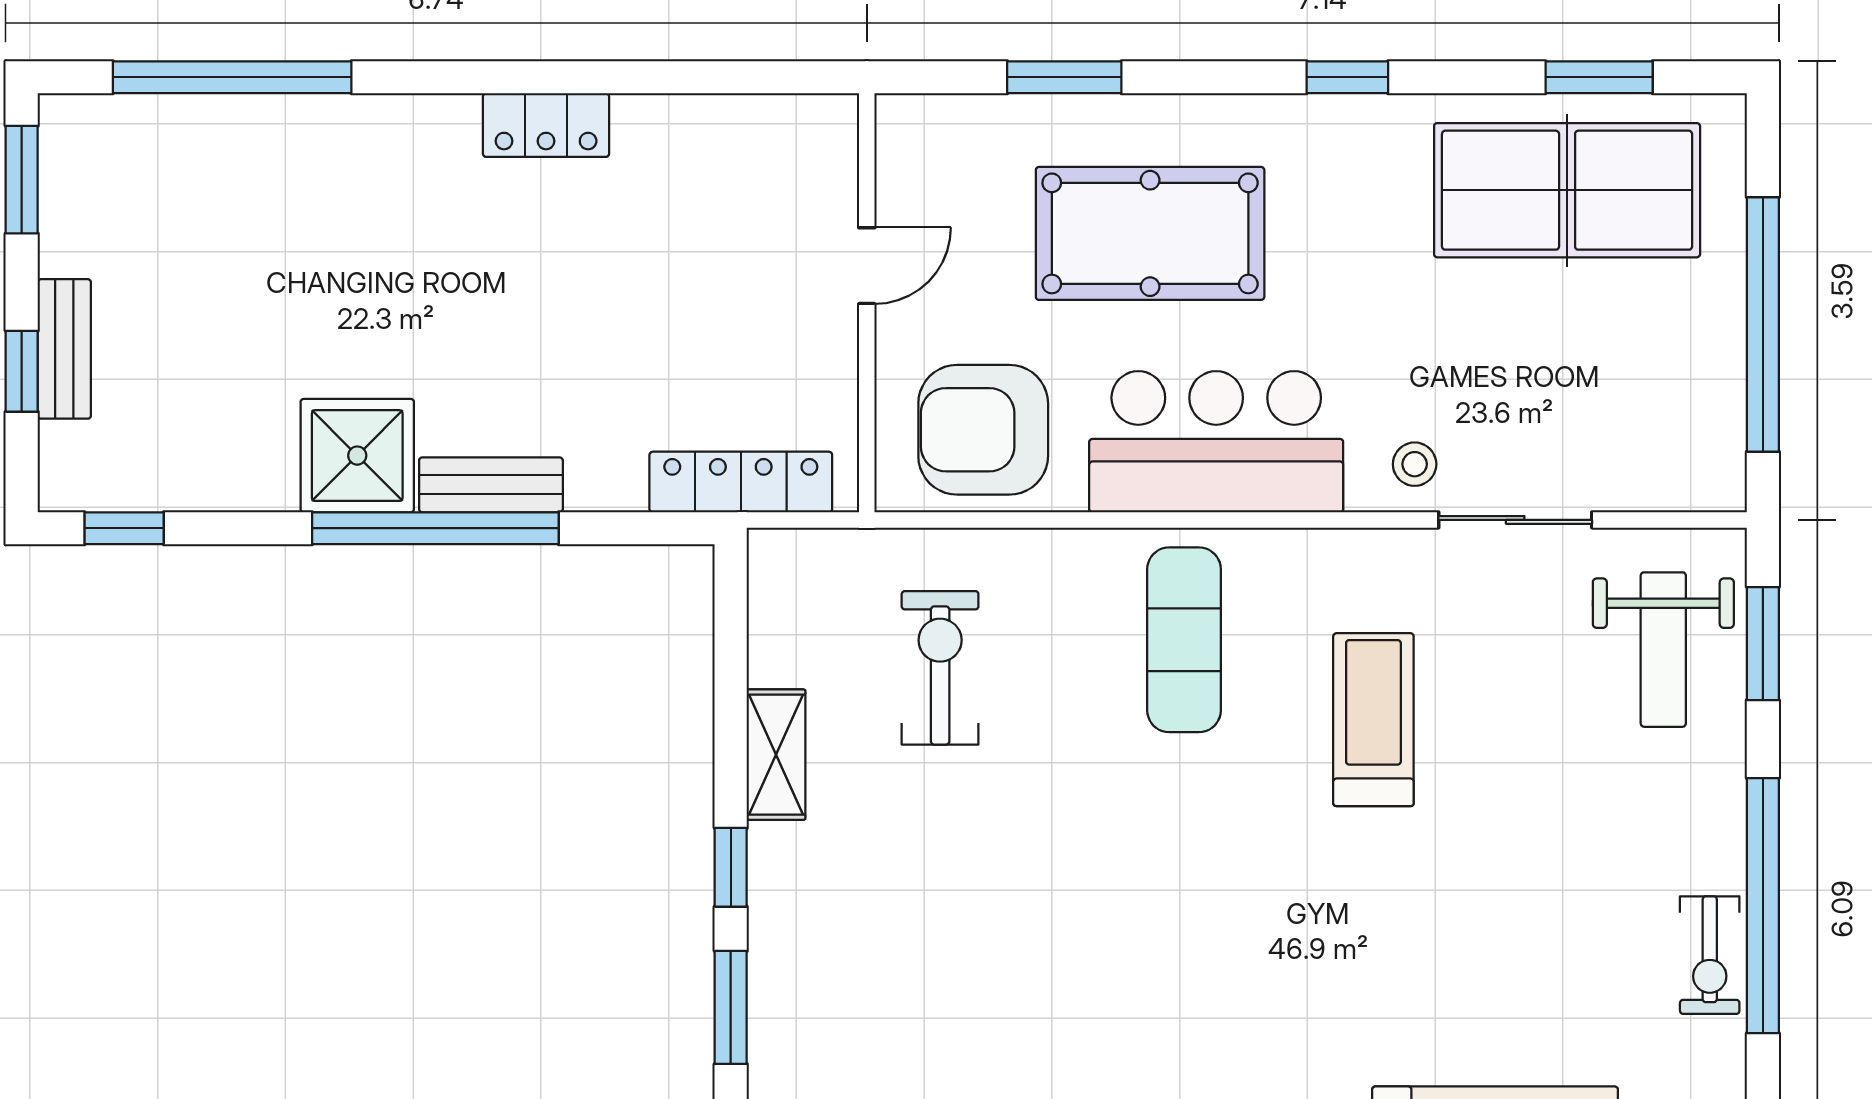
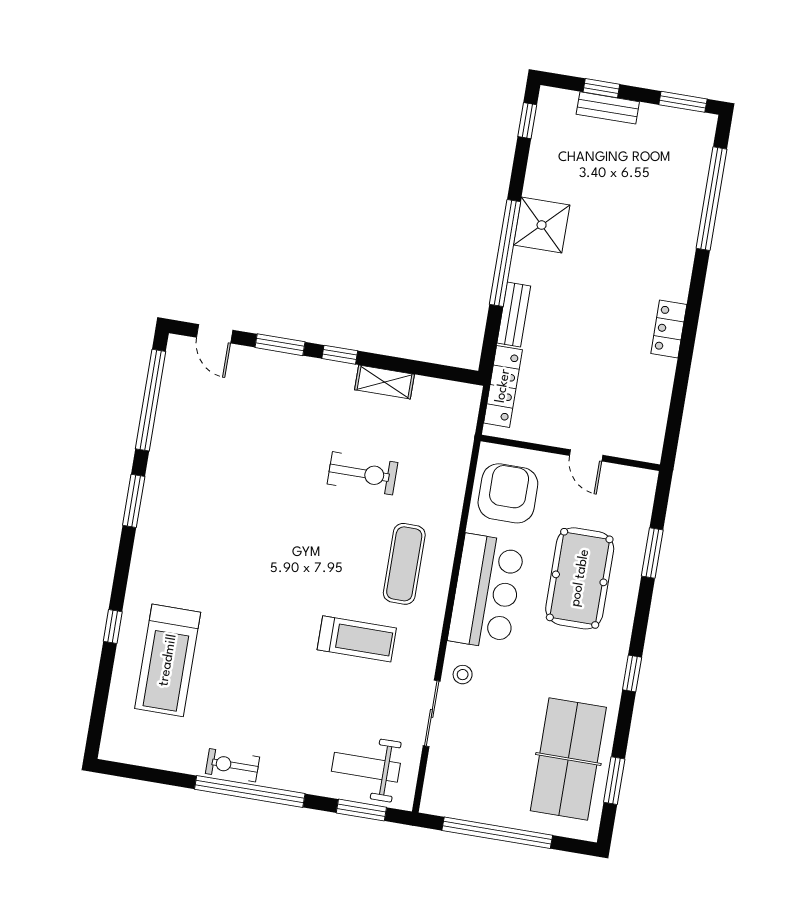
bench: (491, 485) -> (514, 315), moved
exercise mat: (1184, 640) -> (404, 564), turned 90
exercise bike: (940, 668) -> (362, 473), moved

